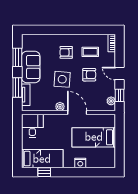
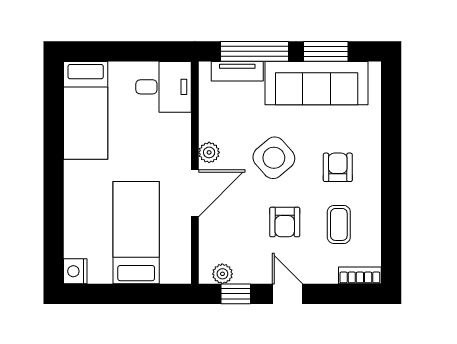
sofa: (31, 67) -> (317, 83), width x1.36
door: (120, 74) -> (287, 294), hinge flipped
side table: (62, 79) -> (274, 158), turned 45
window: (17, 87) -> (254, 51), width x1.44
nightstand: (80, 163) -> (75, 271), moved
window: (44, 172) -> (54, 115), removed

